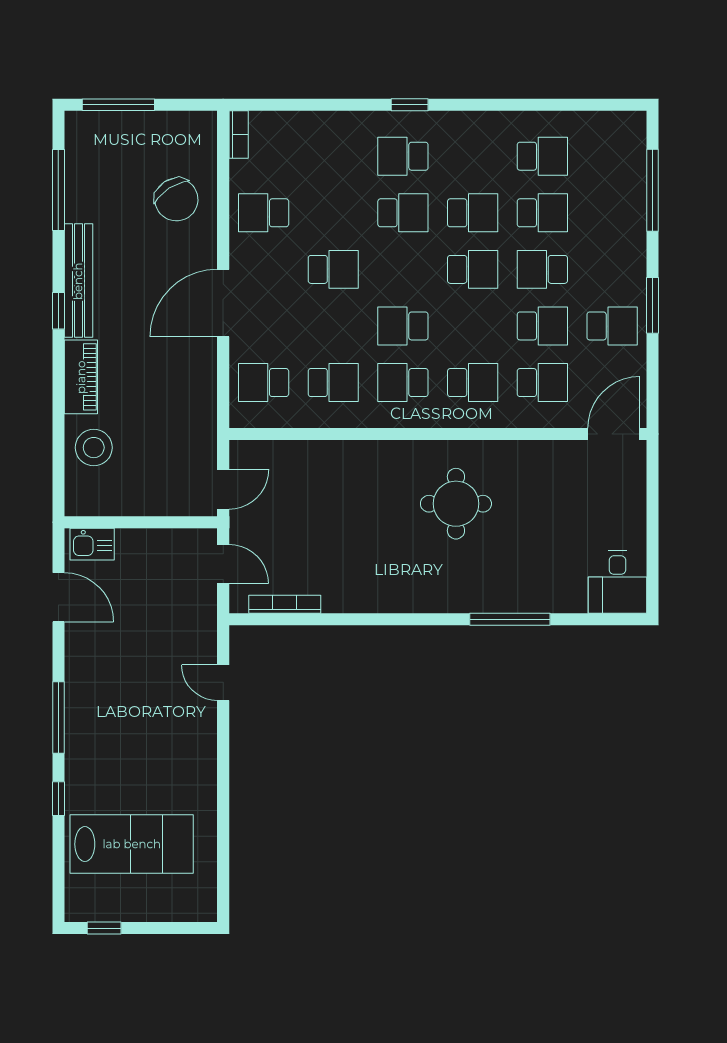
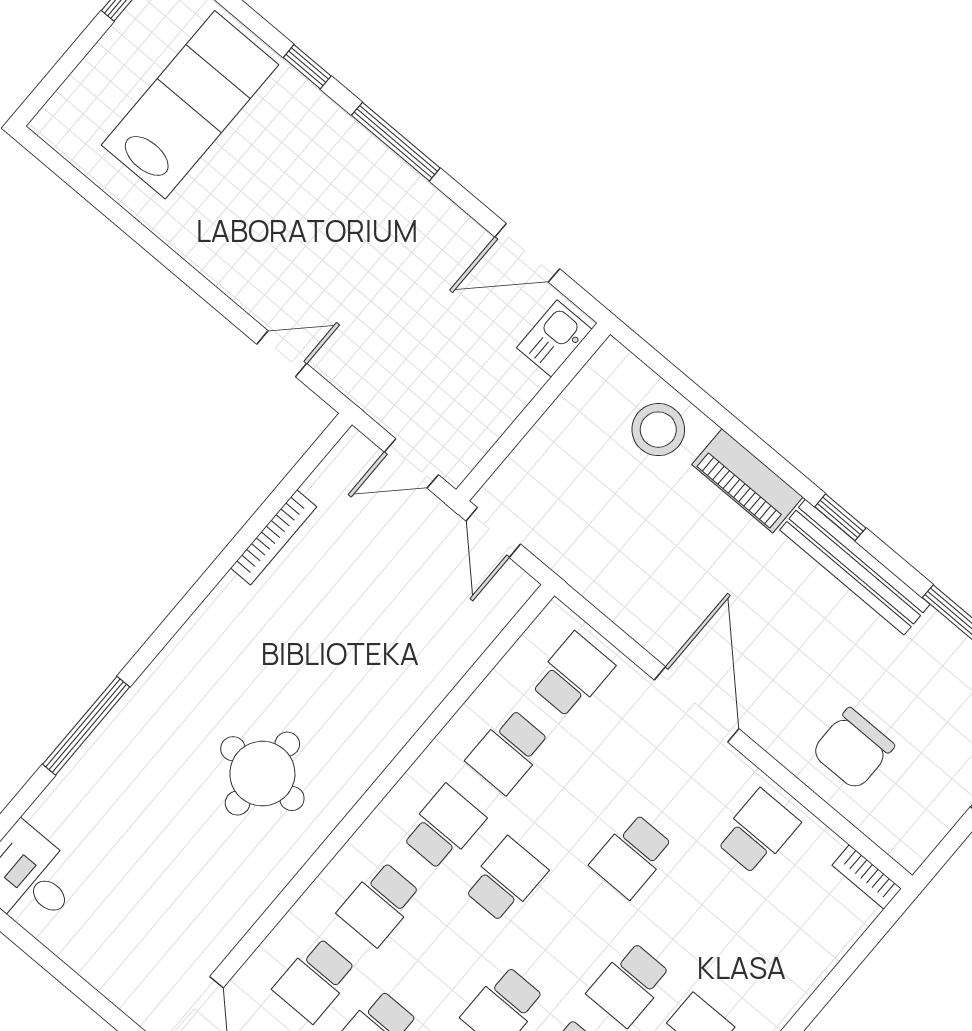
chair: (176, 200) -> (853, 749), turned -57
bookcase: (285, 604) -> (274, 537), moved
lab bench: (132, 844) -> (190, 105), turned 180

